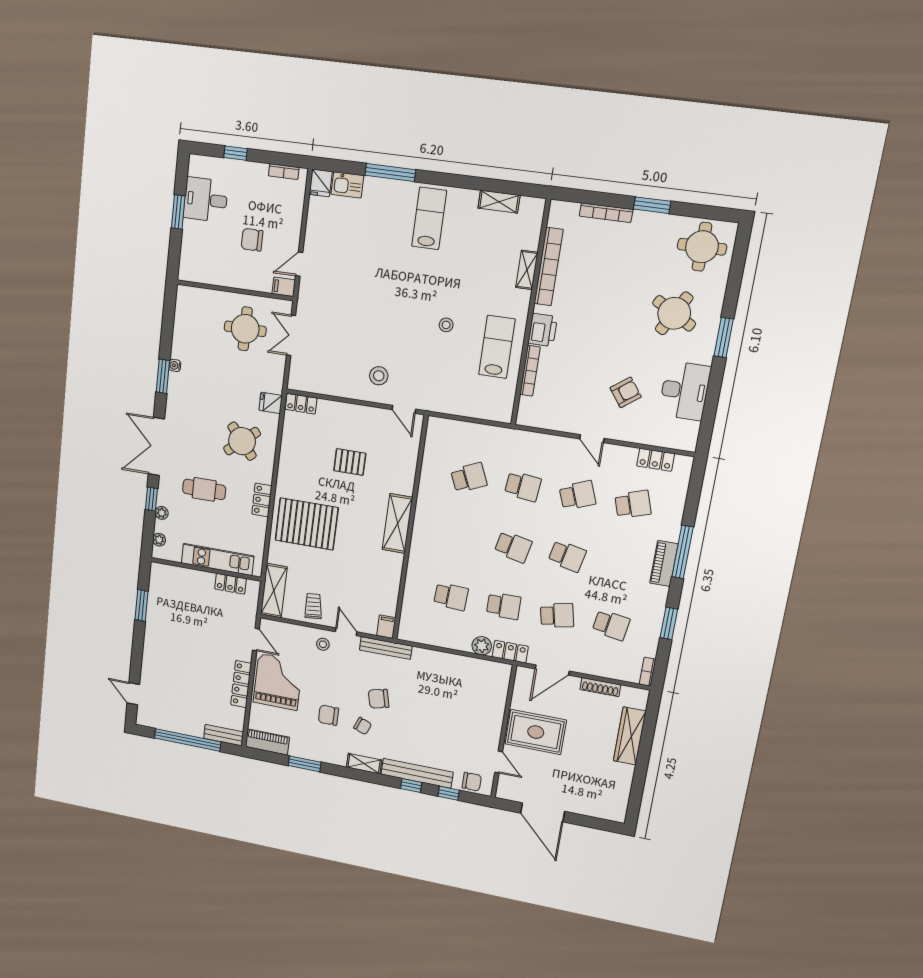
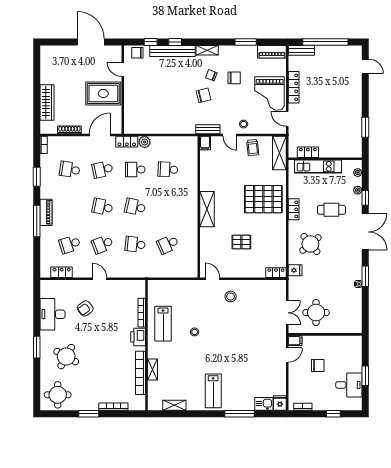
bench: (386, 648) -> (208, 129), width x0.73

